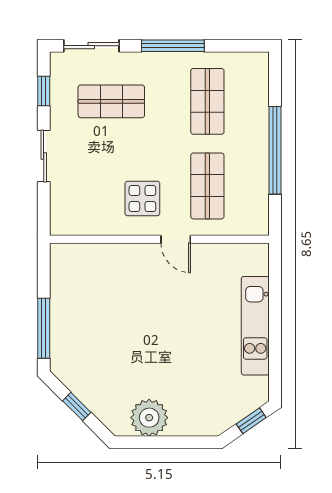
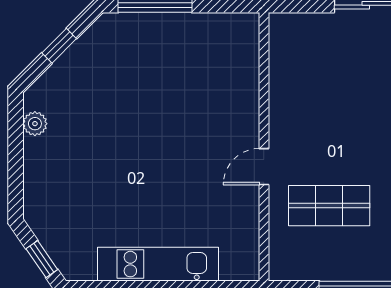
display table: (142, 199) -> (314, 126), removed
plant: (149, 418) -> (35, 124), width x0.53, depth x0.53

